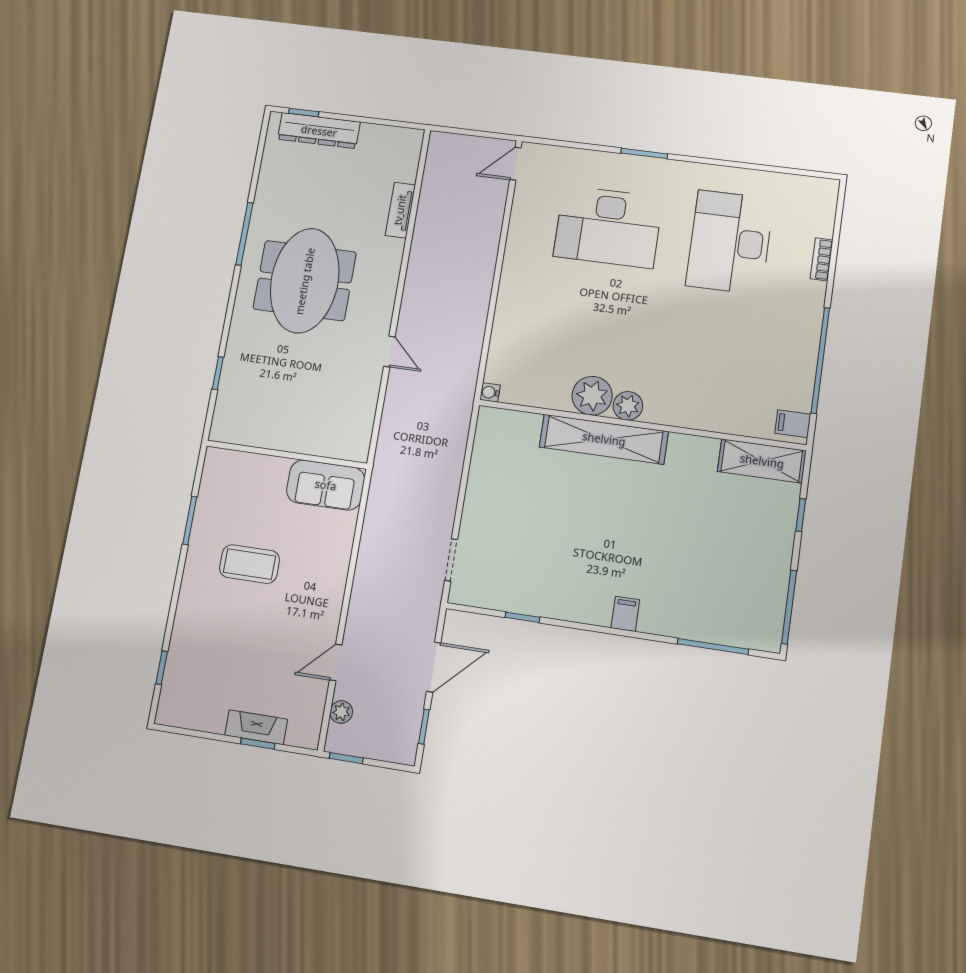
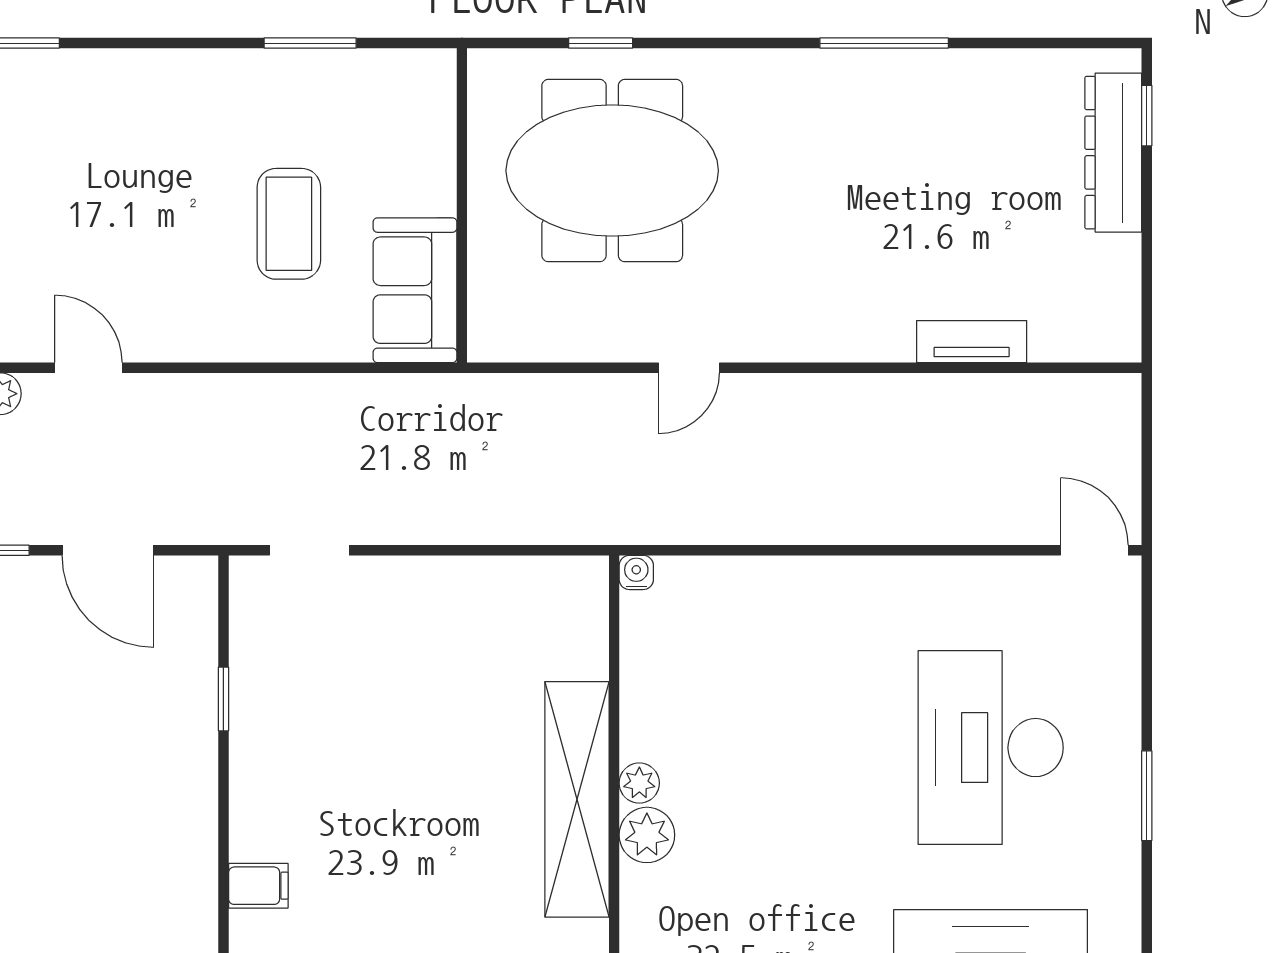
meeting table: (305, 281) -> (612, 171), moved
plant: (592, 396) -> (639, 783), width x0.53, depth x0.53
coffee table: (249, 564) -> (289, 224), moved

